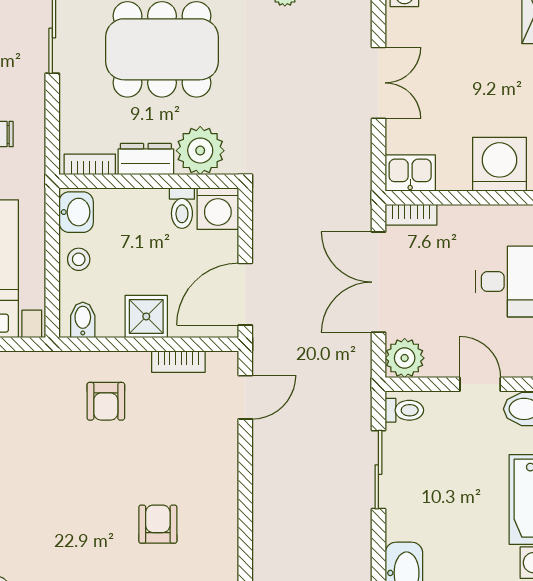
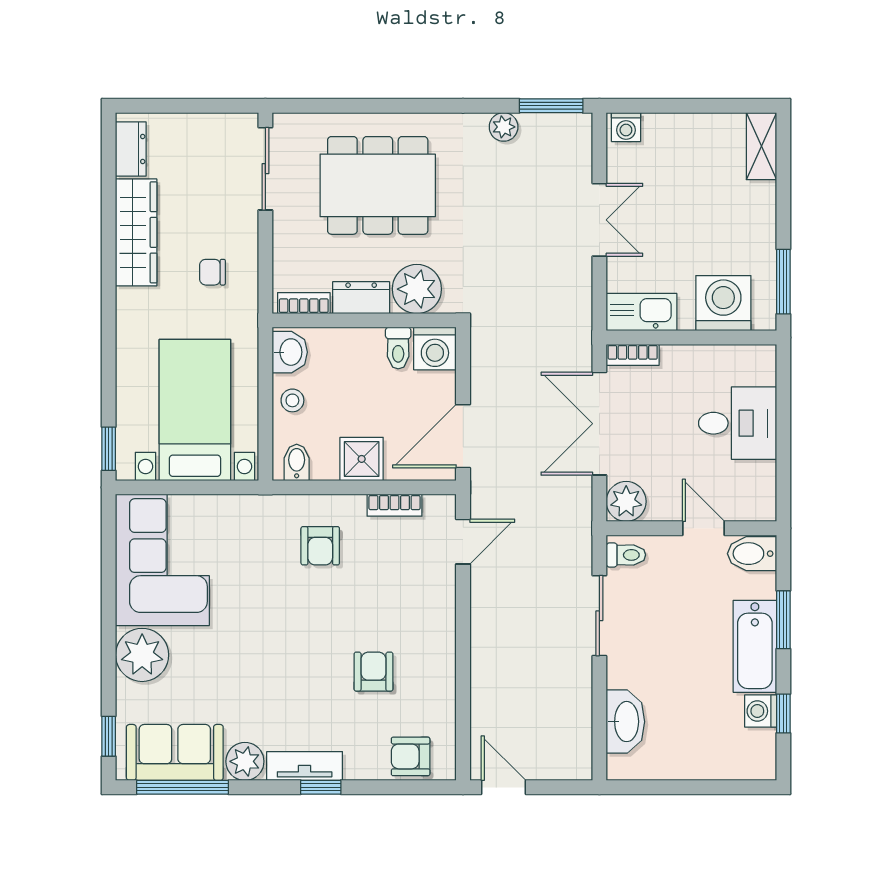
kitchen sink: (410, 173) -> (642, 312), width x1.38

